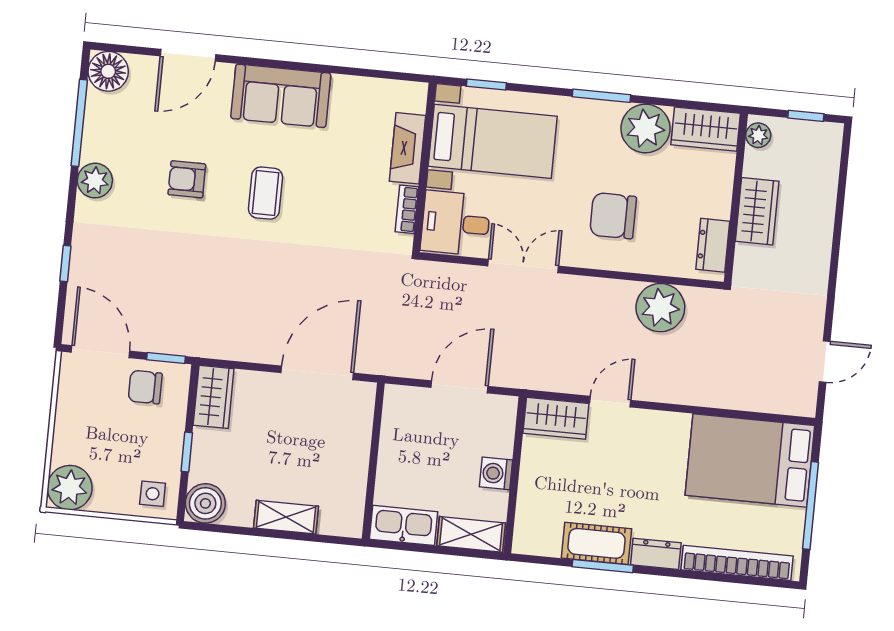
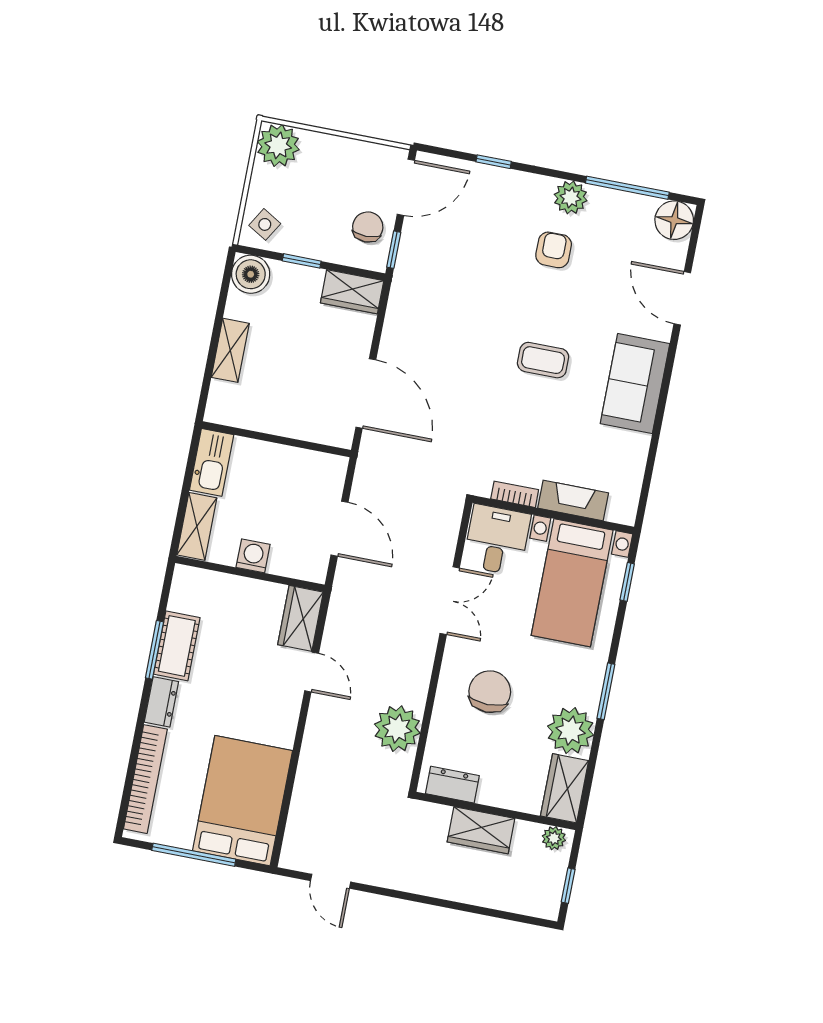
armchair: (187, 179) -> (554, 250), moved
side table: (153, 494) -> (265, 224), turned 31

